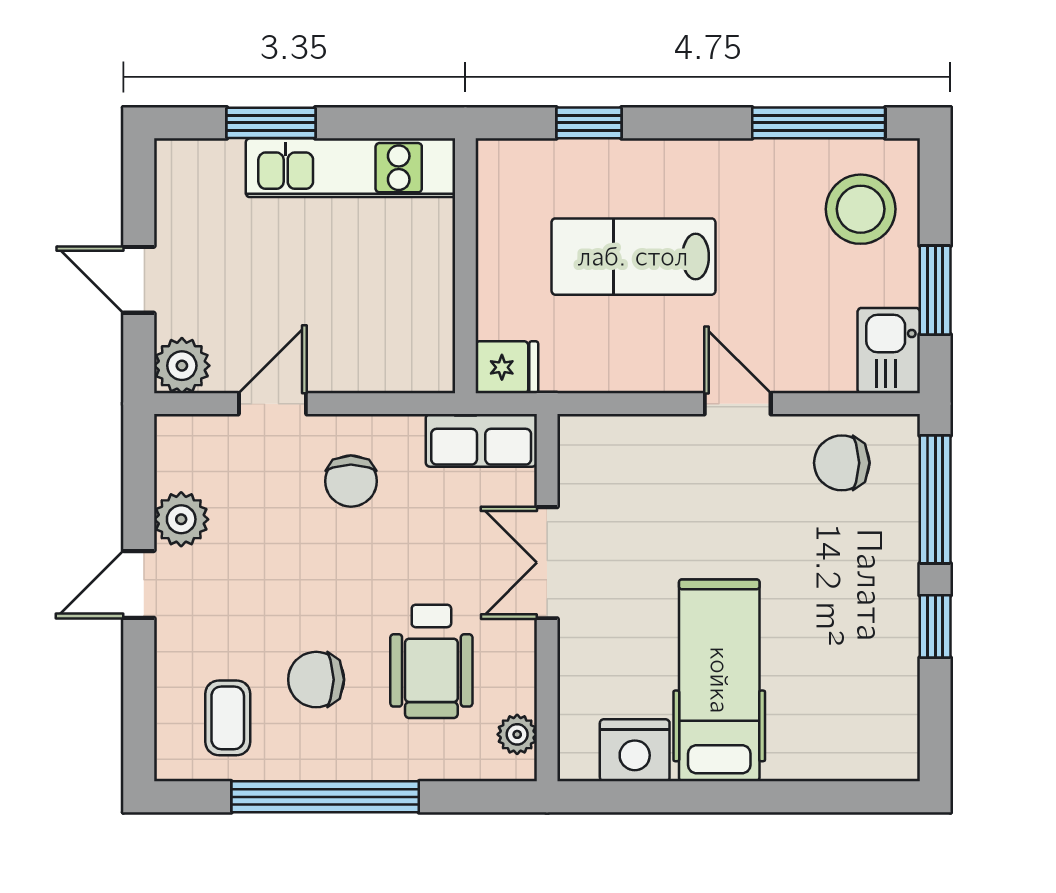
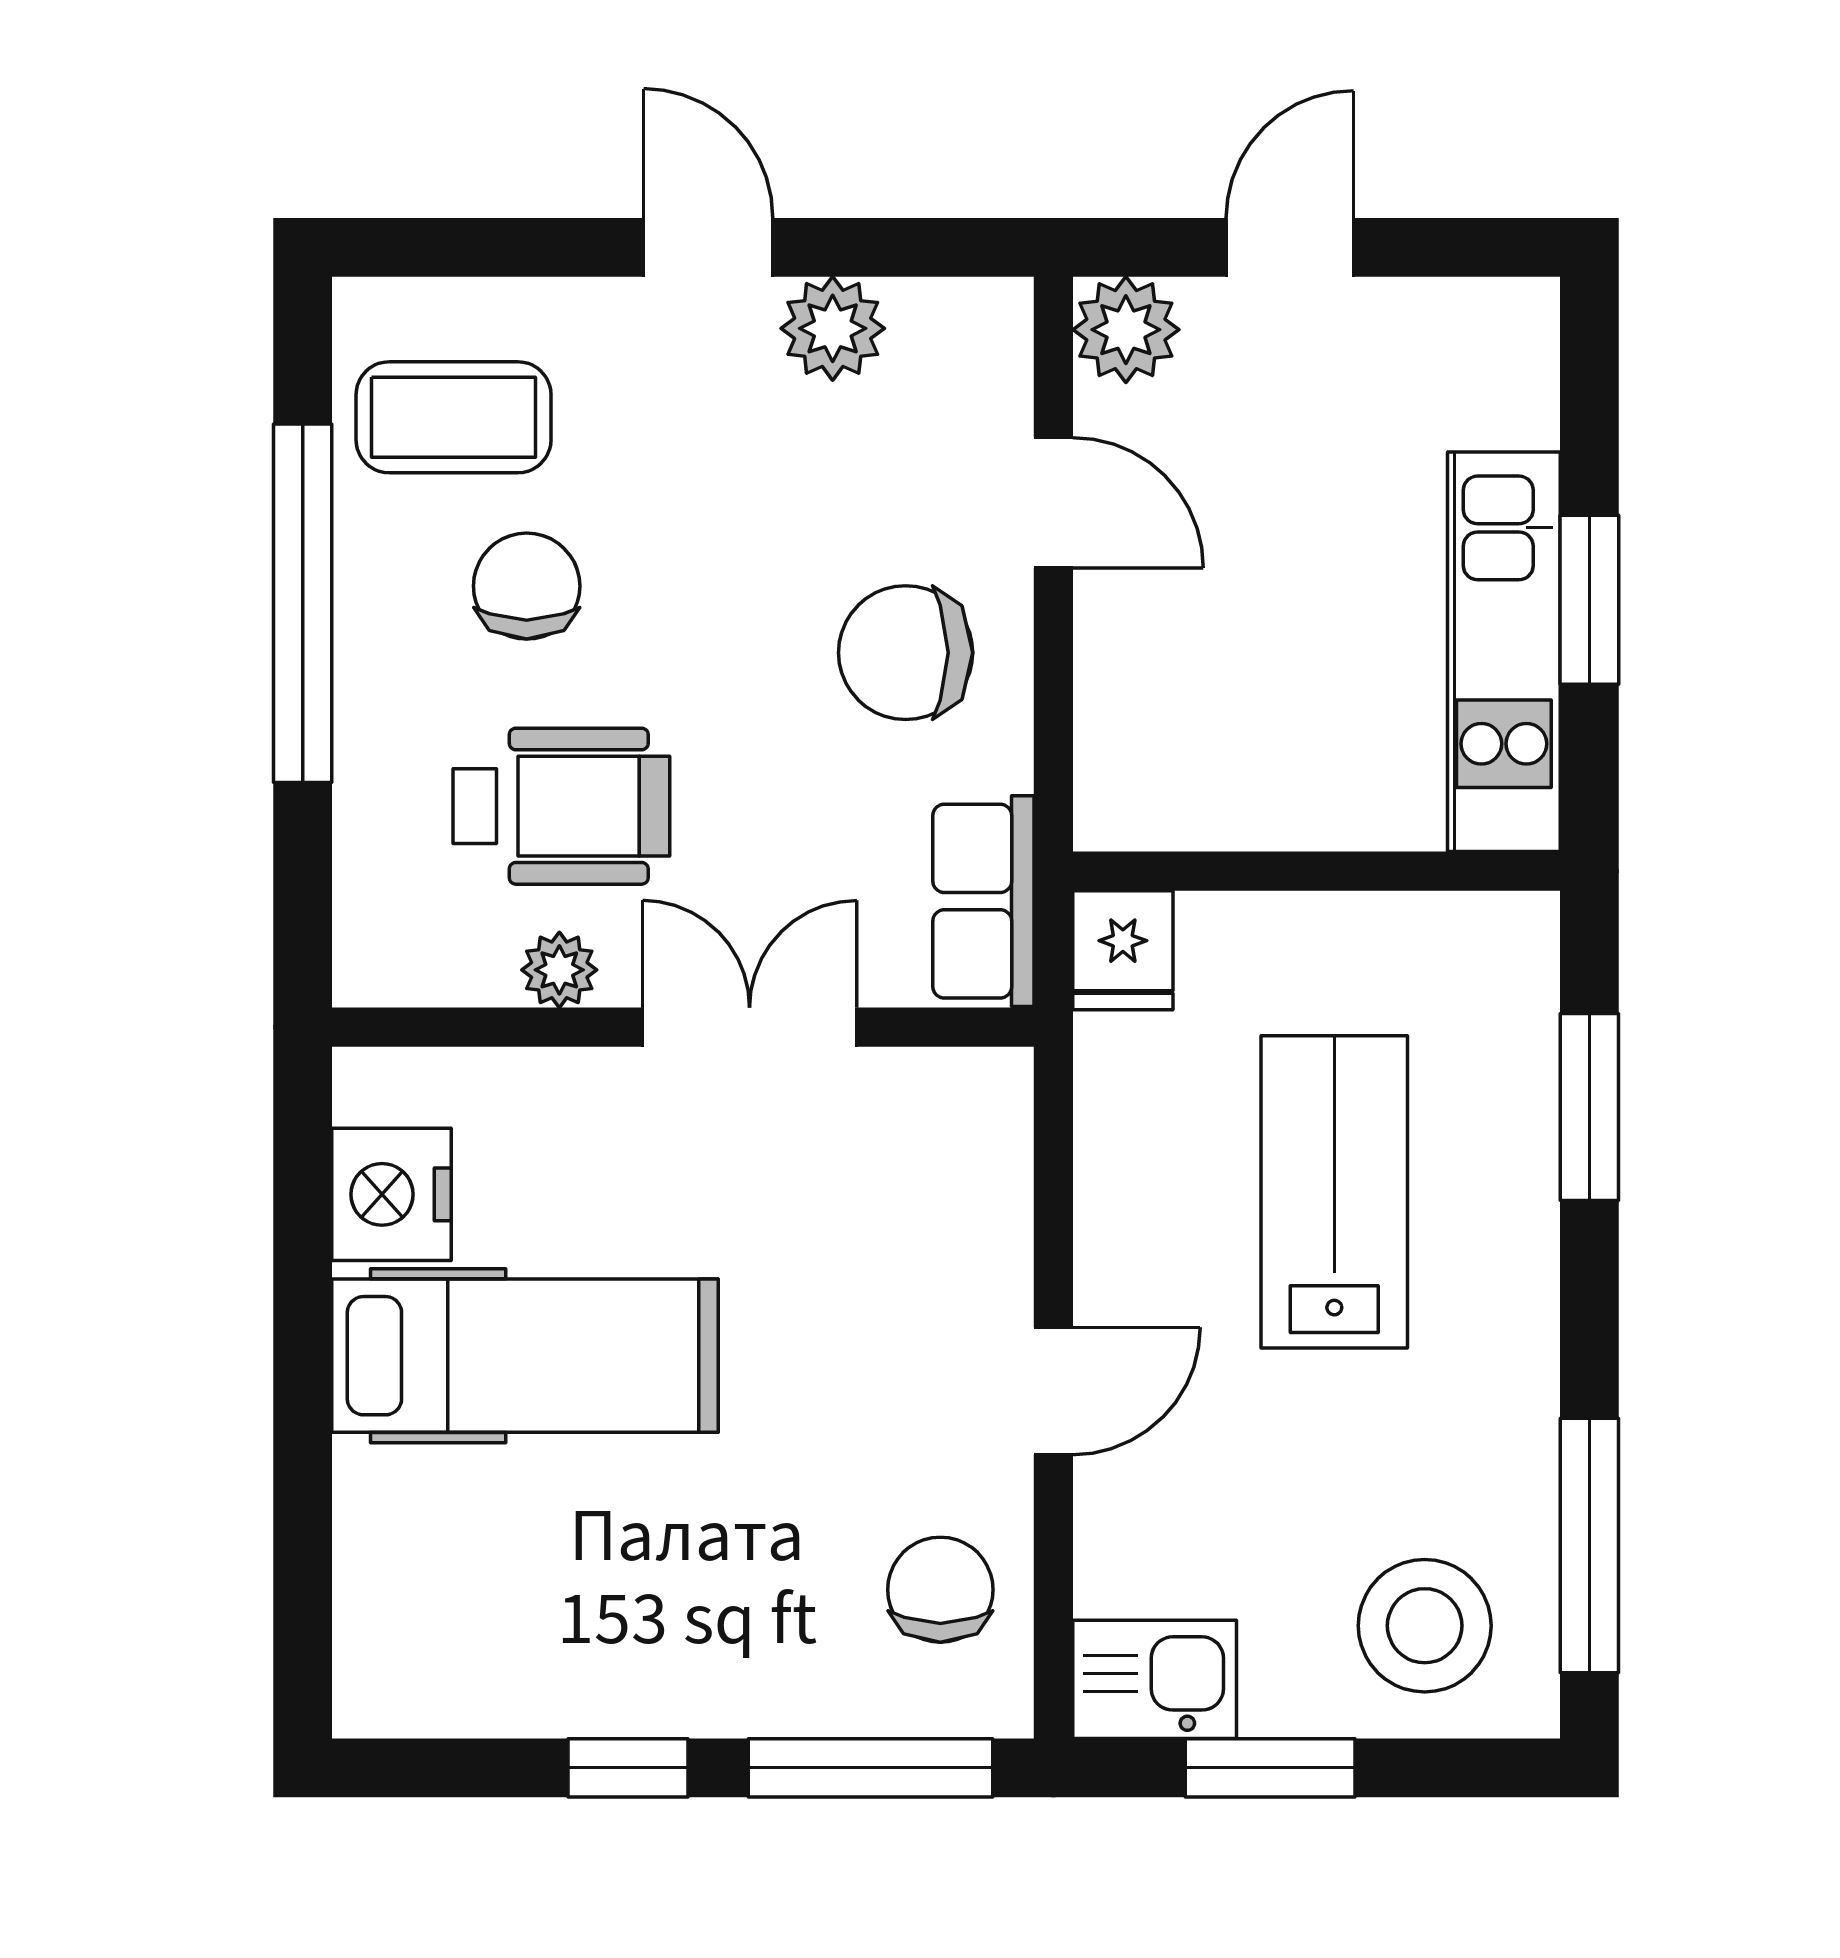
window: (271, 123) -> (1589, 600), moved
window: (589, 123) -> (1589, 1107), width x1.50
chair: (351, 481) -> (906, 653), width x1.37, depth x1.37
wheelchair: (431, 661) -> (561, 806), turned 180
coffee table: (228, 718) -> (454, 417), width x1.36, depth x1.30
plant: (517, 734) -> (559, 970), moved

